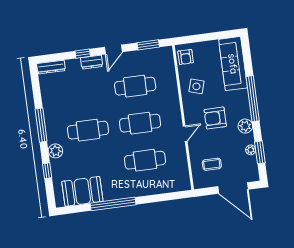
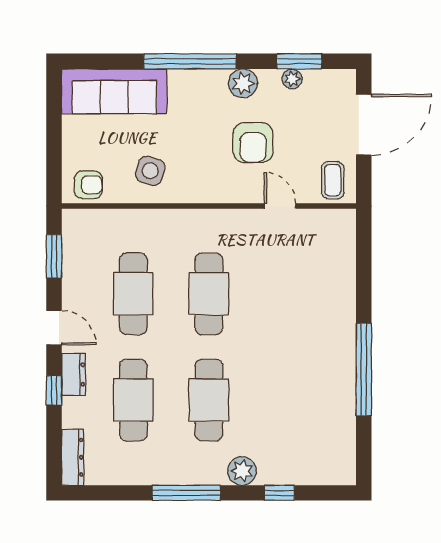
armchair: (215, 118) -> (253, 143), moved
door: (185, 134) -> (280, 206), moved
cafe table: (145, 160) -> (133, 400), moved
coffee table: (212, 164) -> (333, 180), moved
booth: (82, 191) -> (330, 428), removed

